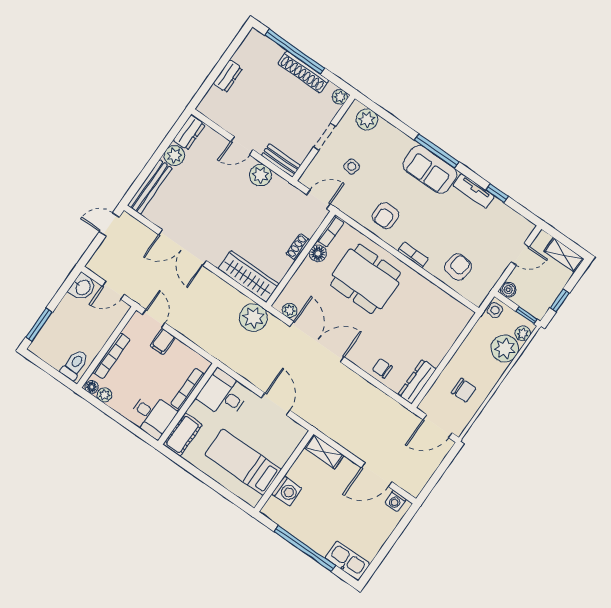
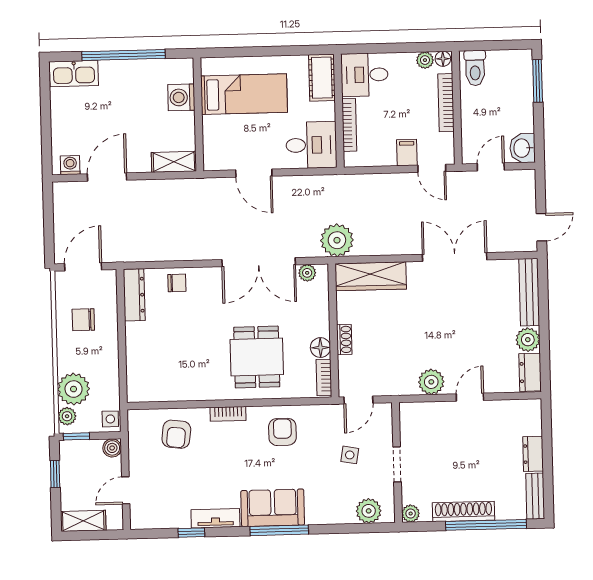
bench: (281, 161) -> (535, 496), moved, turned 90
dining table: (365, 279) -> (257, 357), width x0.73

